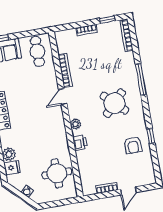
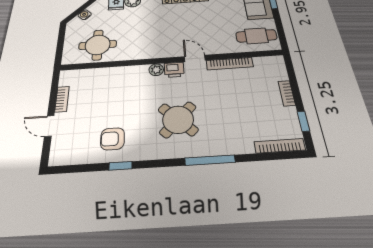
printer: (80, 143) -> (174, 70), moved

